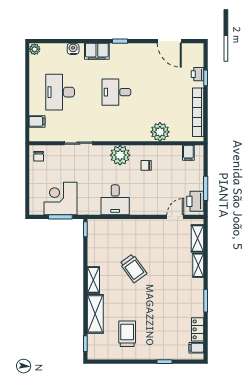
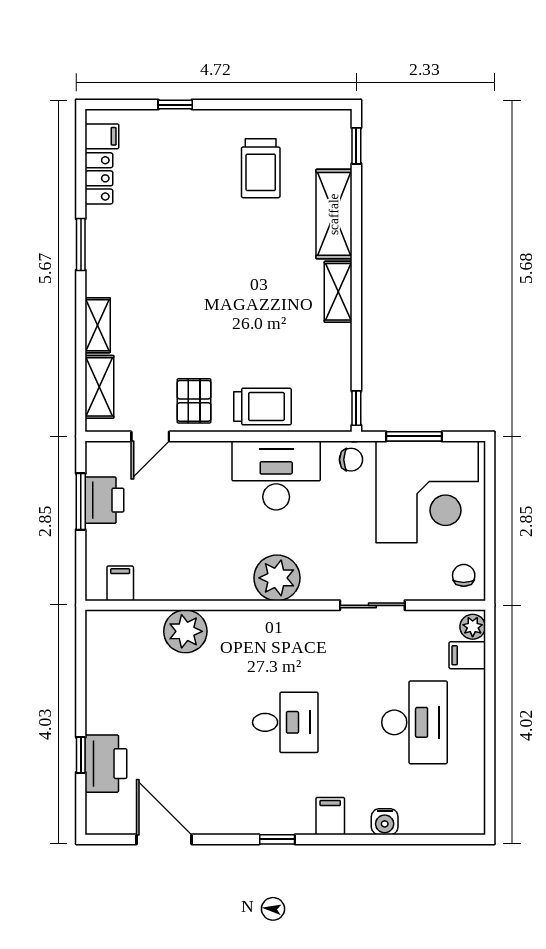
plant: (35, 49) -> (473, 627), moved
filing cabinet: (97, 51) -> (330, 816), width x0.50
printer: (198, 74) -> (106, 764), width x1.87, depth x1.48
bookcase: (198, 112) -> (98, 676), removed
chair: (146, 165) -> (351, 460), moved
corner desk: (60, 199) -> (427, 492), width x1.36, depth x1.36
desk: (115, 200) -> (276, 475), width x1.37
printer: (195, 201) -> (104, 500), moved
pallet: (156, 232) -> (194, 401), added
trolley: (133, 268) -> (262, 406), moved, turned 126

